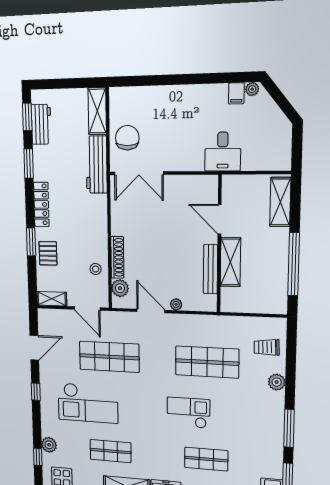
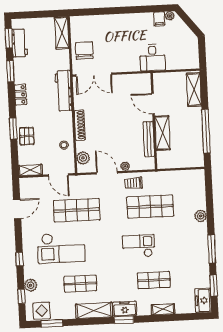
workbench: (97, 165) -> (63, 91), moved
locker: (41, 204) -> (21, 95), width x0.66
shoe rack: (117, 257) -> (80, 125), moved
trolley: (267, 347) -> (133, 183), moved
window: (36, 392) -> (20, 259), moved

